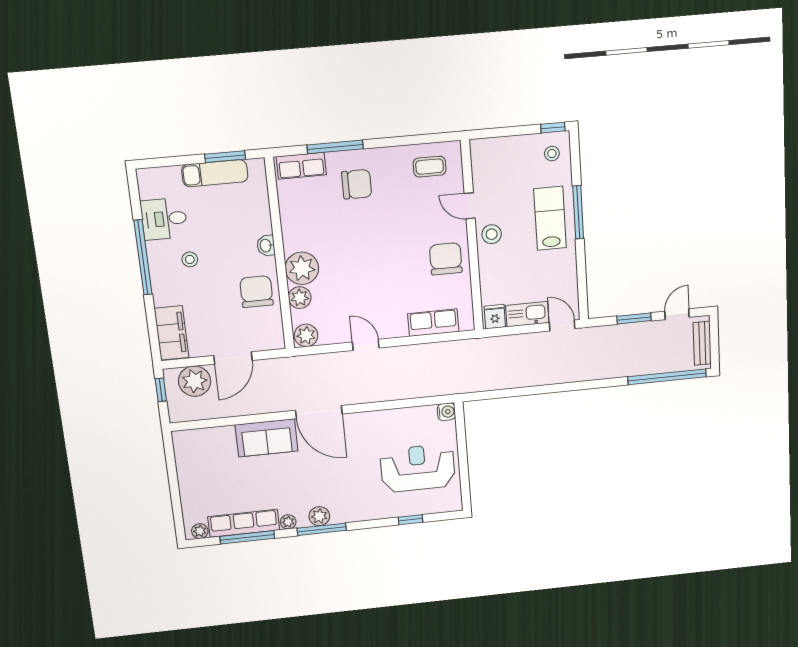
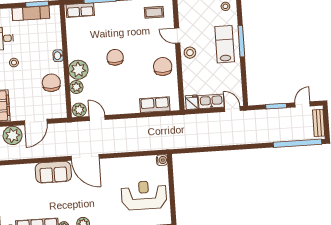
chair: (357, 184) -> (115, 57), moved, turned -90
door: (366, 345) -> (97, 118), moved

